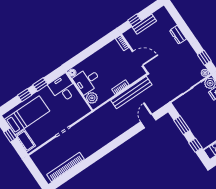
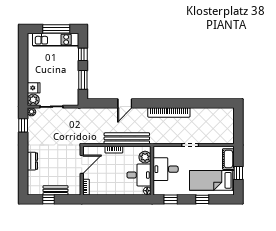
window: (135, 20) -> (49, 199), moved
door: (138, 59) -> (82, 164), swing flipped
window: (40, 84) -> (171, 199), moved
desk: (63, 88) -> (166, 169), moved, turned 90
bench: (131, 93) -> (127, 138), moved
door: (148, 121) -> (125, 103), moved
bookcase: (65, 167) -> (169, 112), moved

